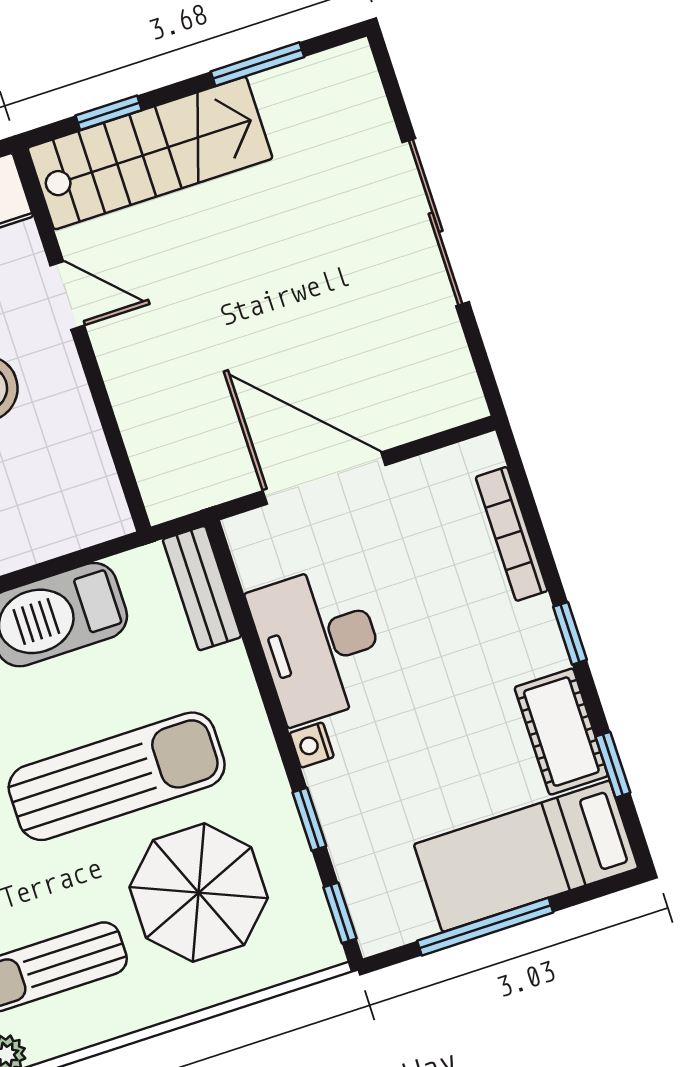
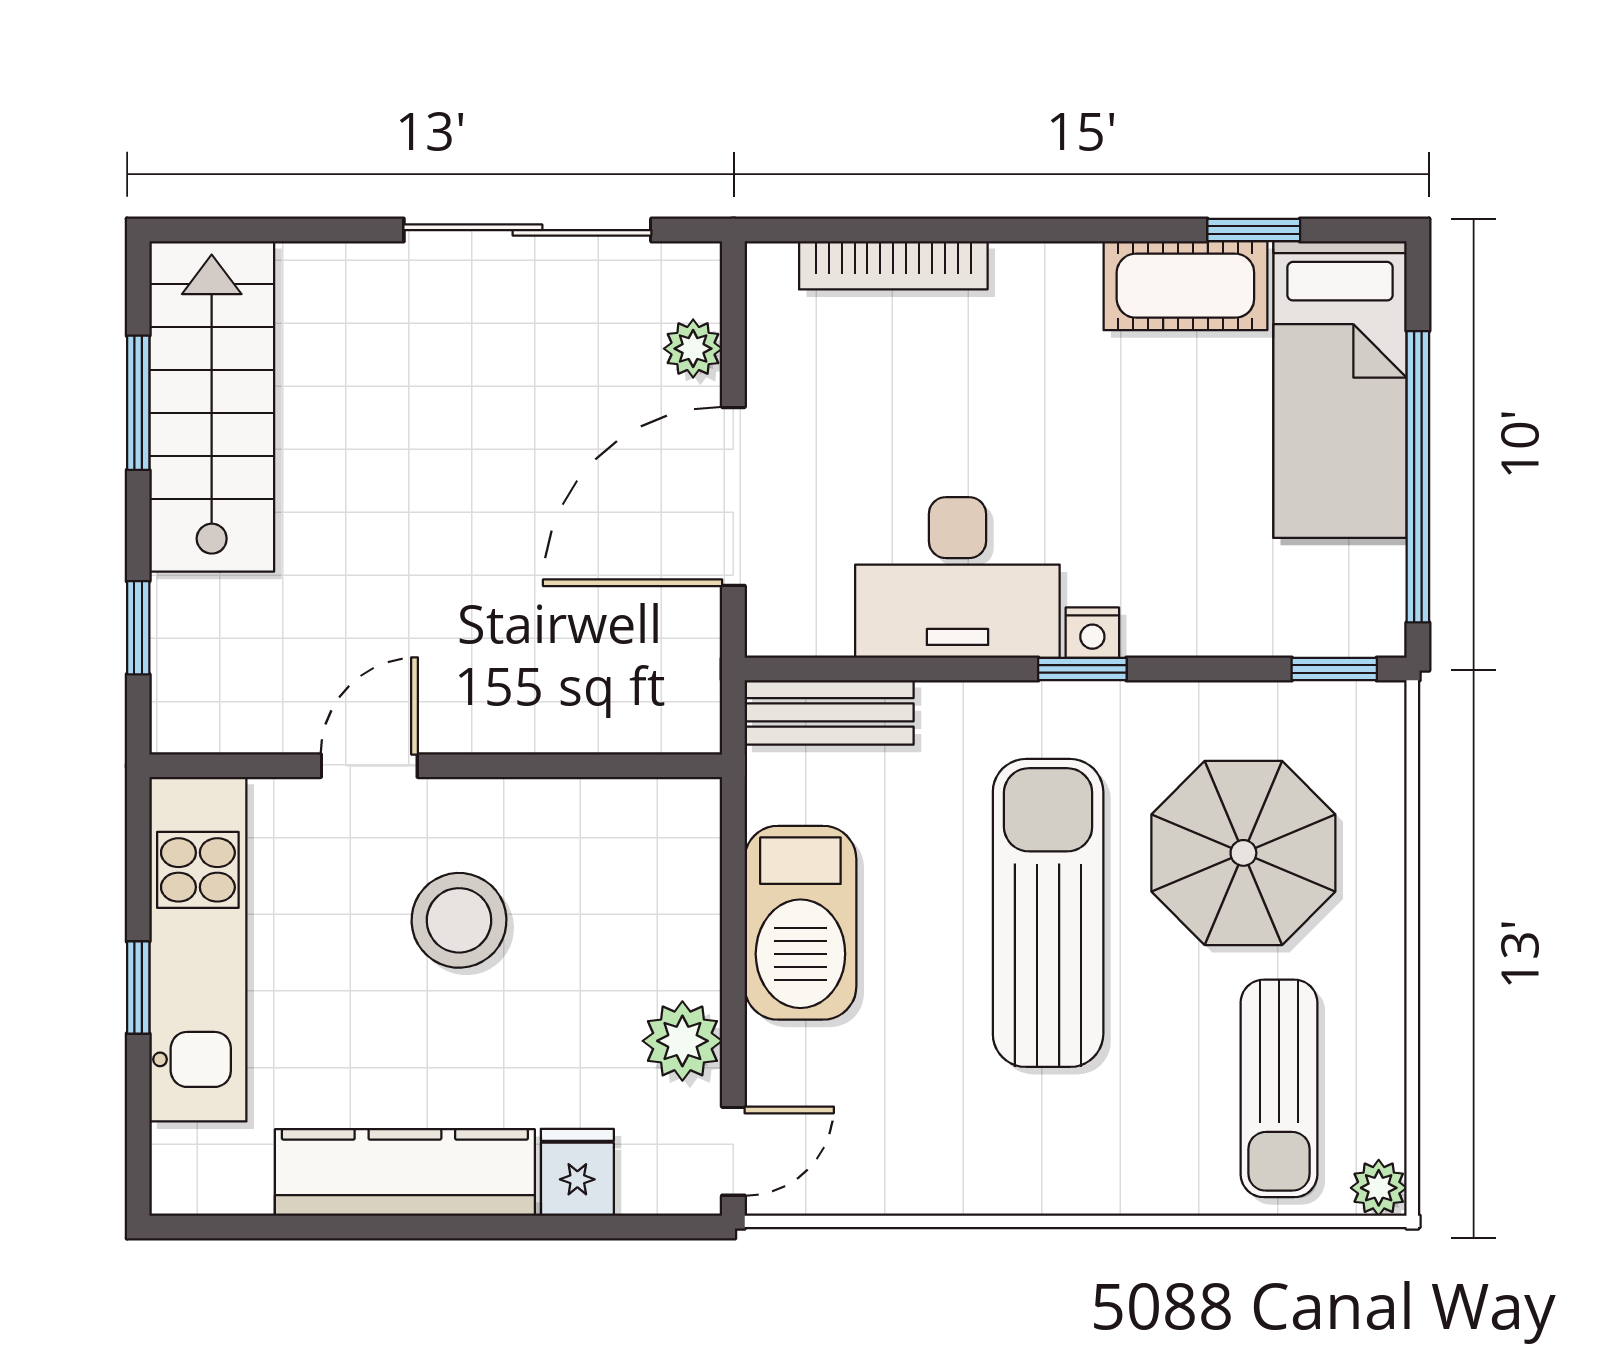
stairs: (150, 153) -> (212, 406), moved
sliding door: (436, 222) -> (527, 230), moved
plant: (413, 419) -> (693, 349), added
window: (570, 633) -> (1055, 230), removed
window: (309, 819) -> (1082, 669), moved
window: (485, 927) -> (1418, 477), width x1.46

